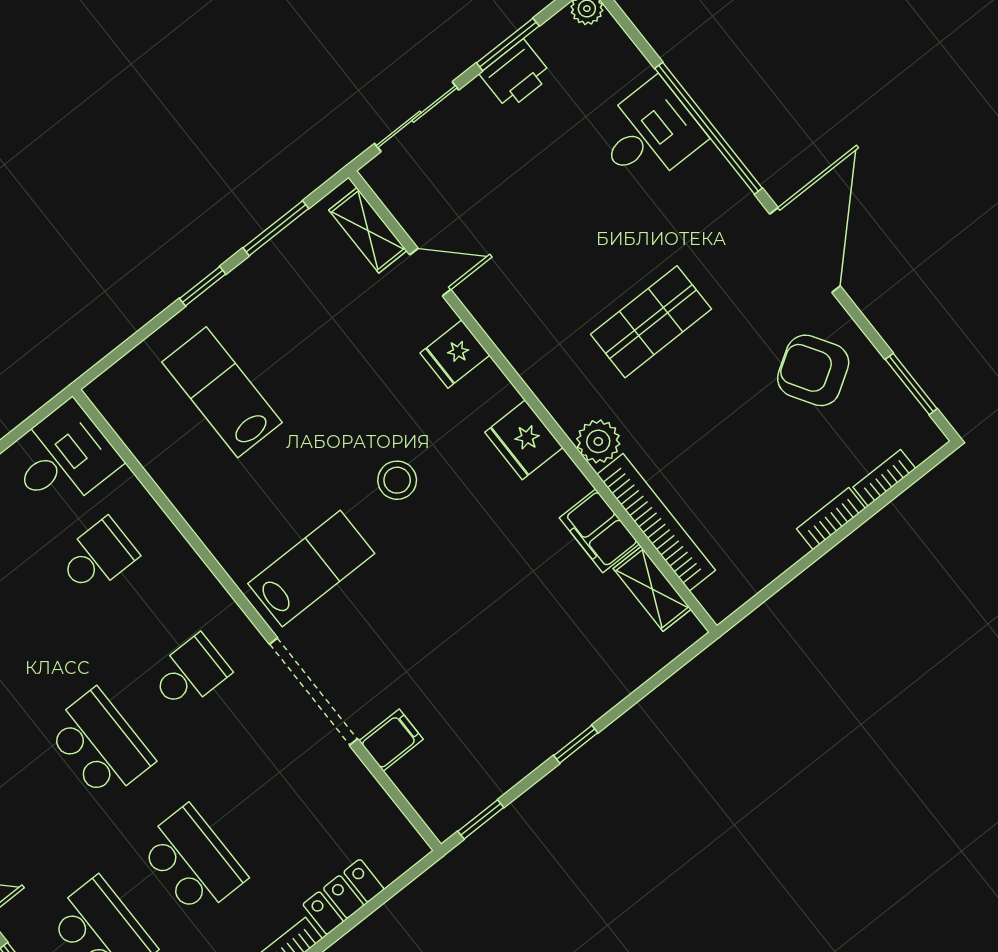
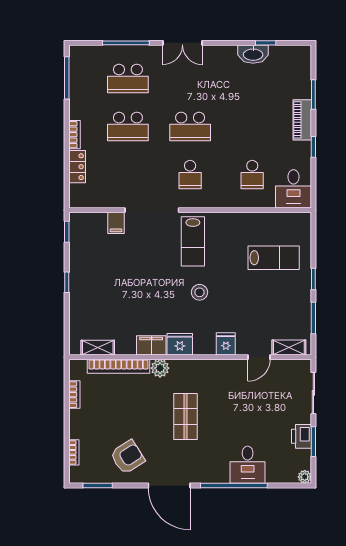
bookcase: (831, 519) -> (74, 395), moved
filing cabinet: (599, 531) -> (151, 345), moved

